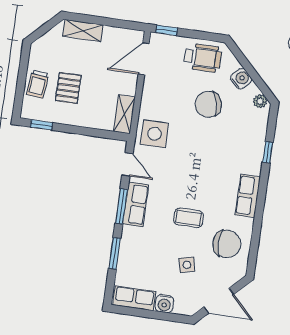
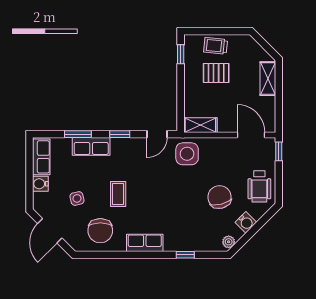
row of seats: (136, 204) -> (91, 146), moved
window: (121, 206) -> (120, 134), width x0.67

